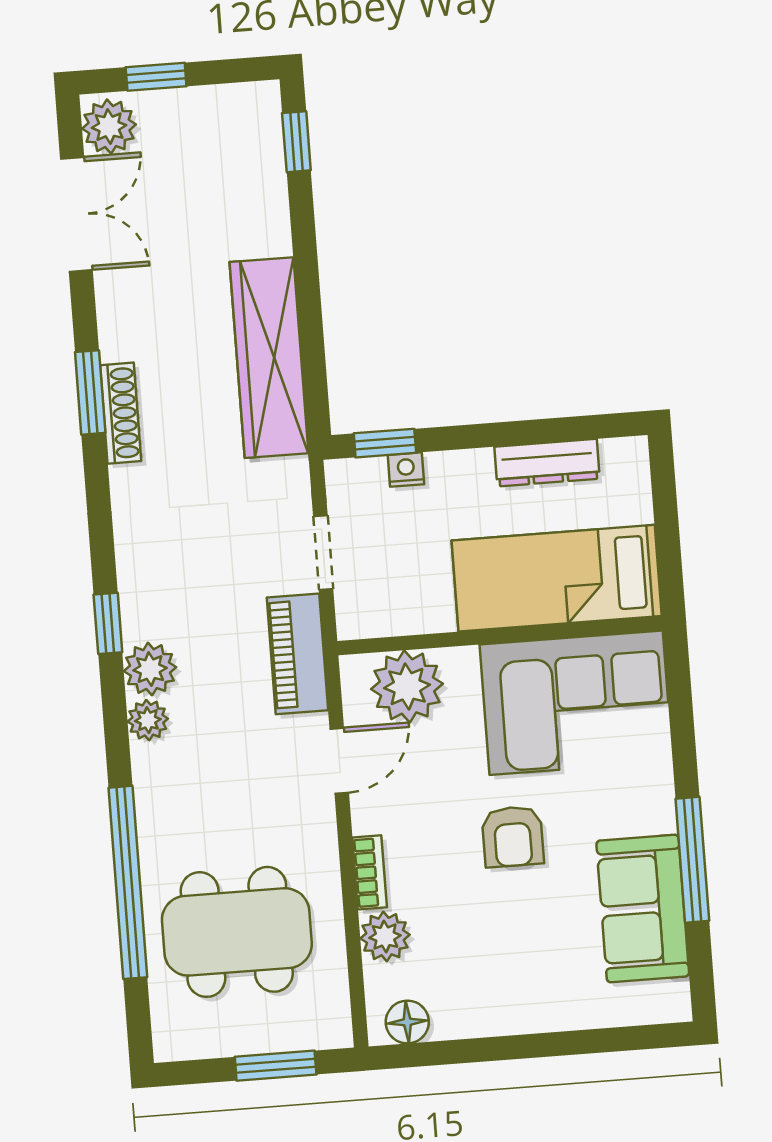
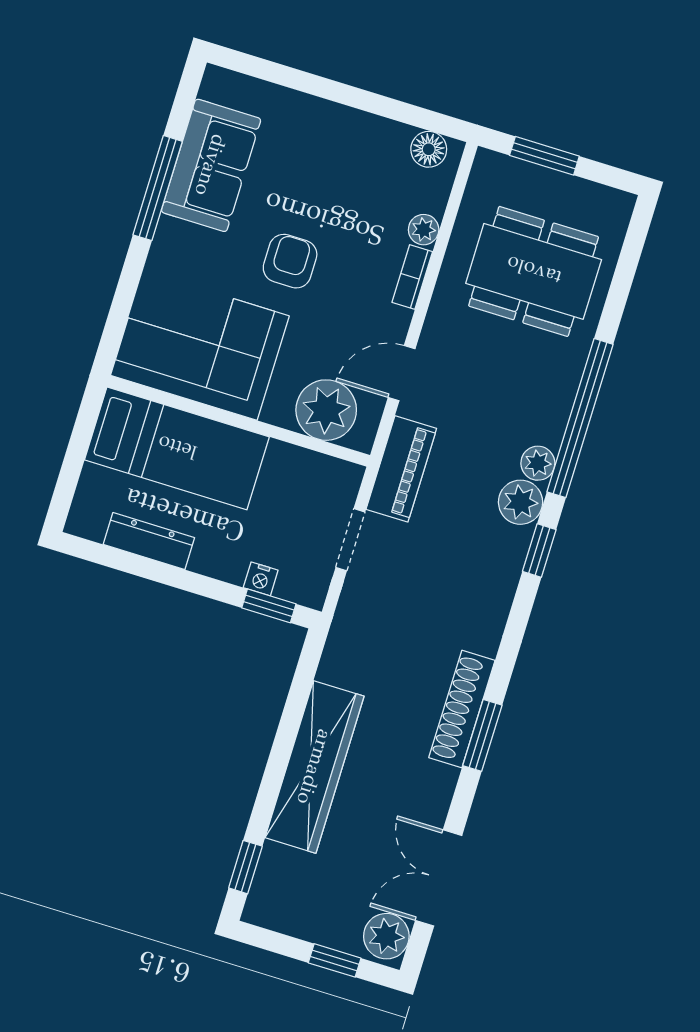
wardrobe: (269, 358) -> (315, 767), moved
shoe rack: (121, 413) -> (462, 709), width x1.36, depth x1.24
window: (128, 882) -> (580, 418), moved
plant: (385, 937) -> (424, 230), width x0.73, depth x0.73

